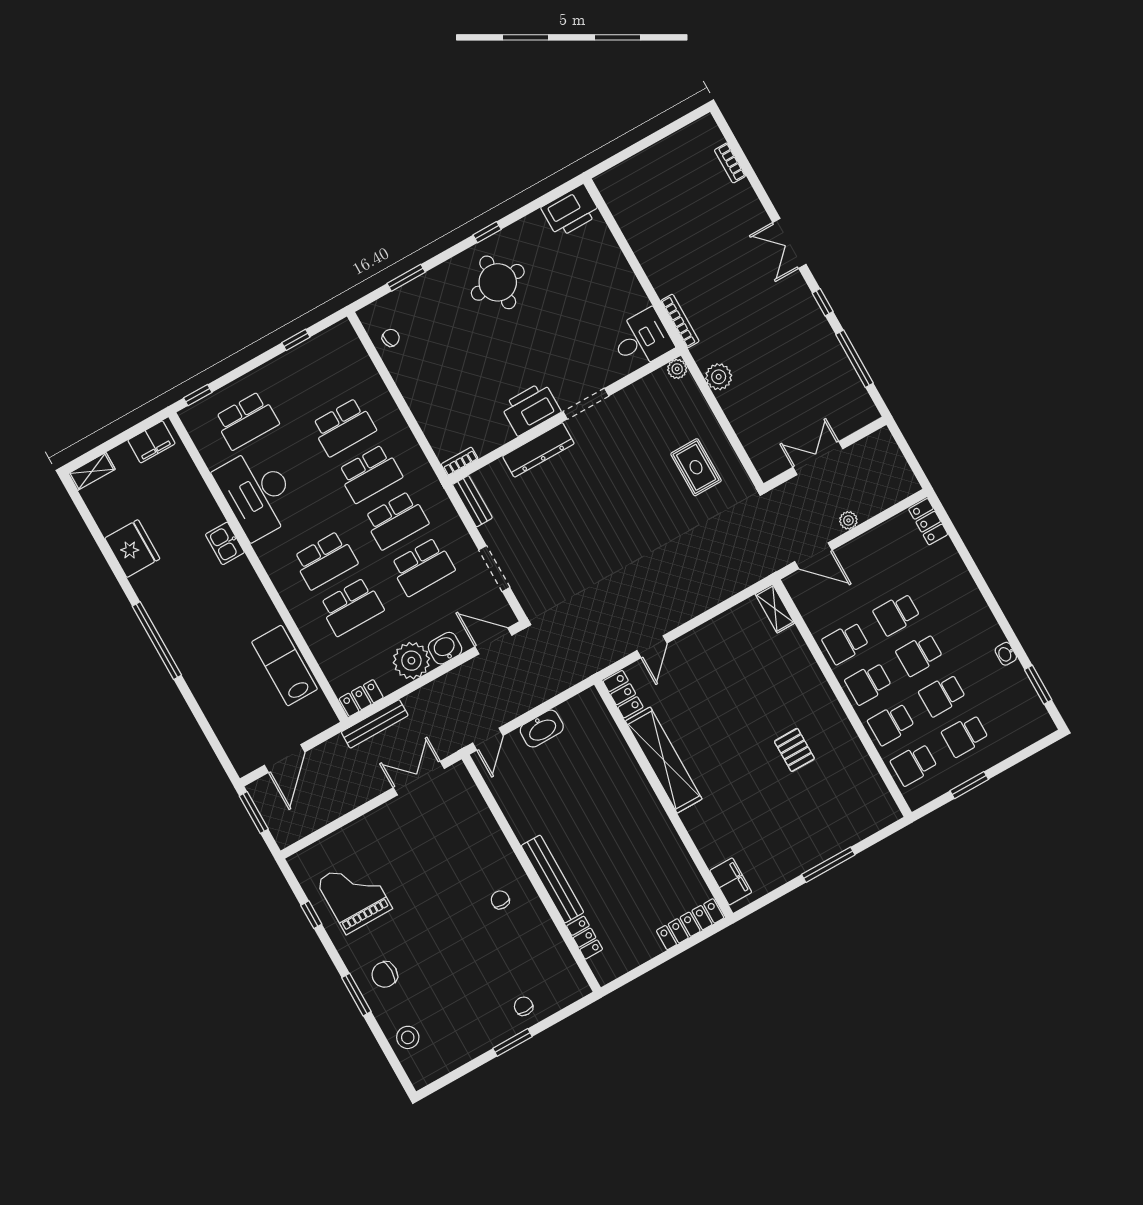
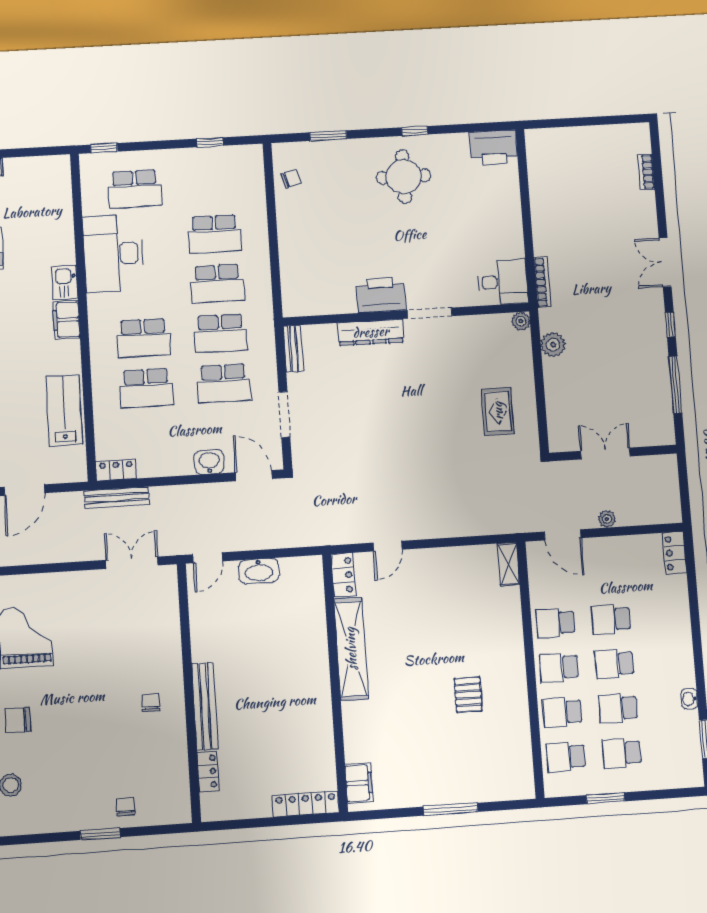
filing cabinet: (151, 442) -> (66, 320), moved, turned 90
bookcase: (460, 462) -> (299, 310), removed
plant: (411, 661) -> (175, 459), removed

